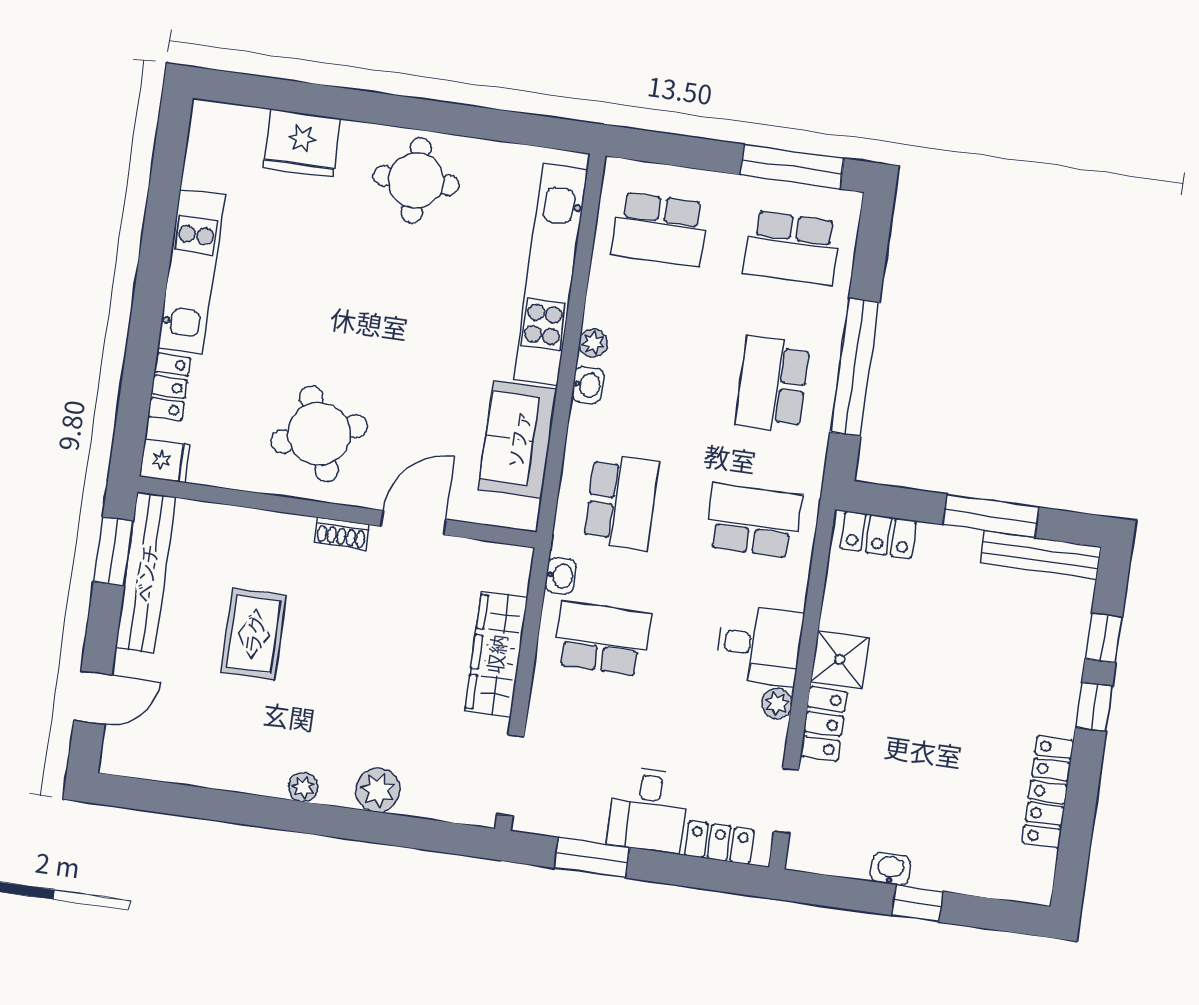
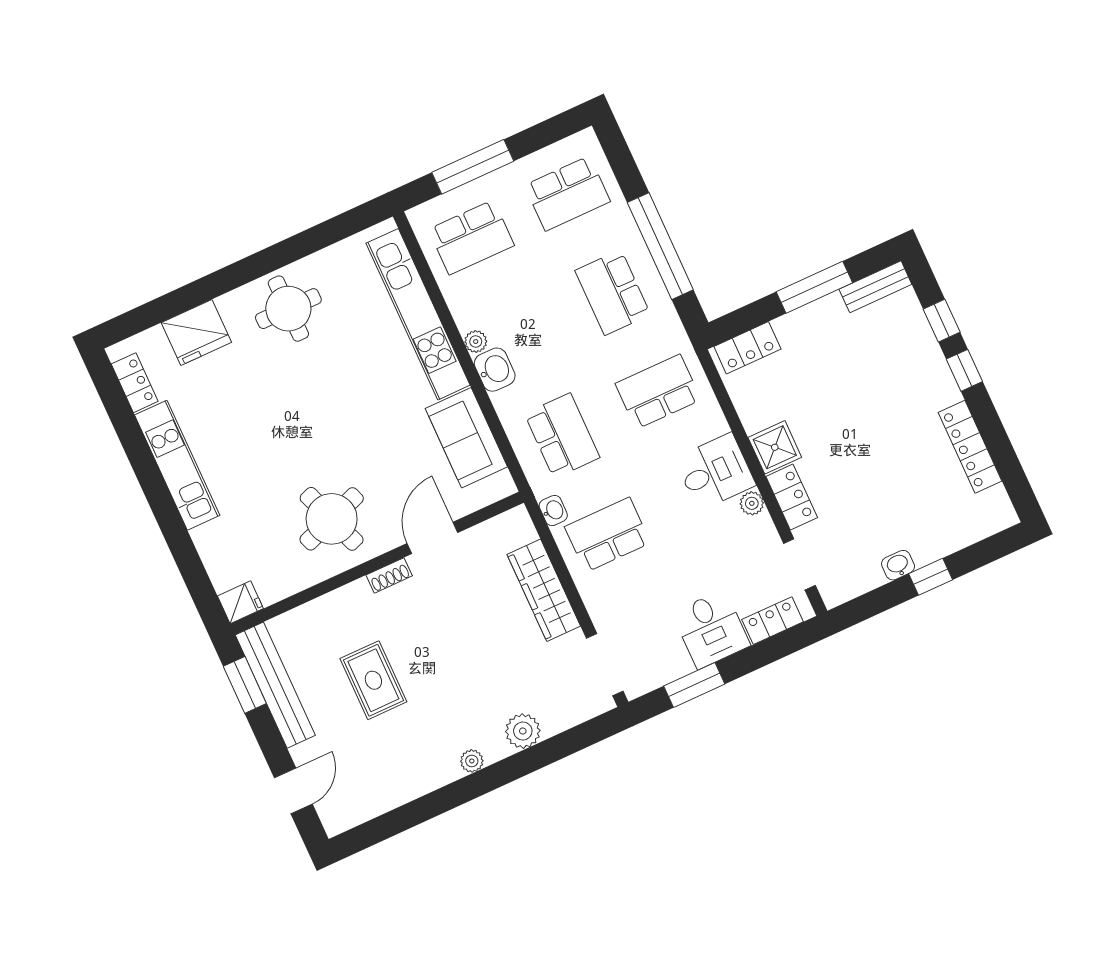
window: (792, 167) -> (473, 167), moved
washbasin: (588, 385) -> (495, 370), width x1.38, depth x1.45
locker: (169, 387) -> (135, 383), moved
bench: (1041, 555) -> (875, 287), width x0.73

